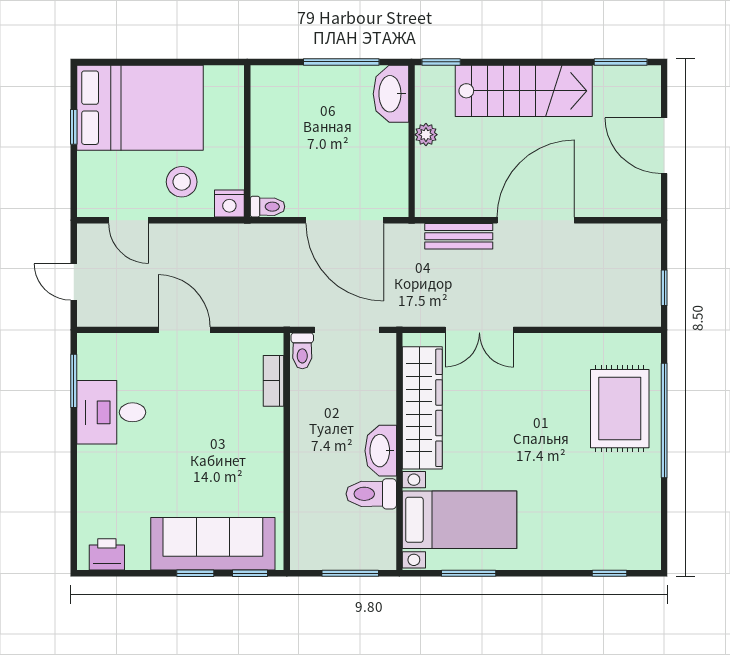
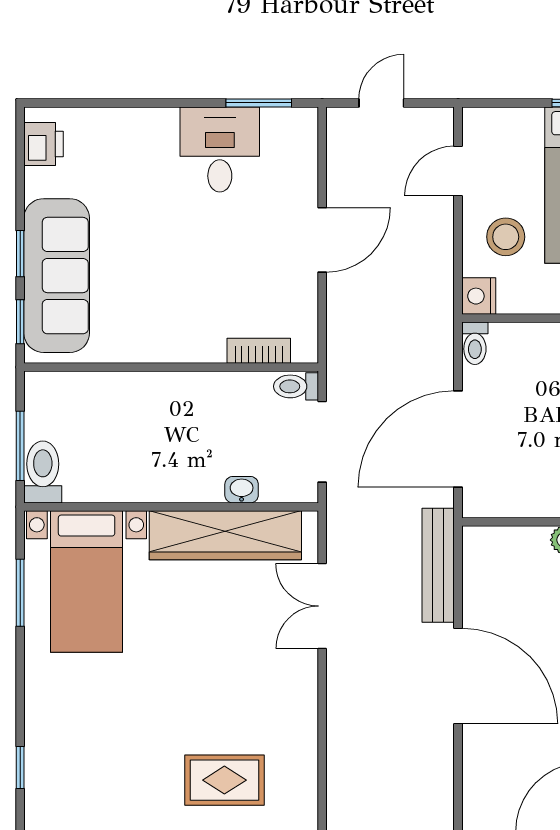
bench: (459, 236) -> (438, 565), width x1.36
rug: (620, 409) -> (224, 780), width x0.73, depth x0.70
washbasin: (381, 451) -> (242, 490), moved, width x0.52, depth x0.69
toilet: (371, 494) -> (43, 472), moved

